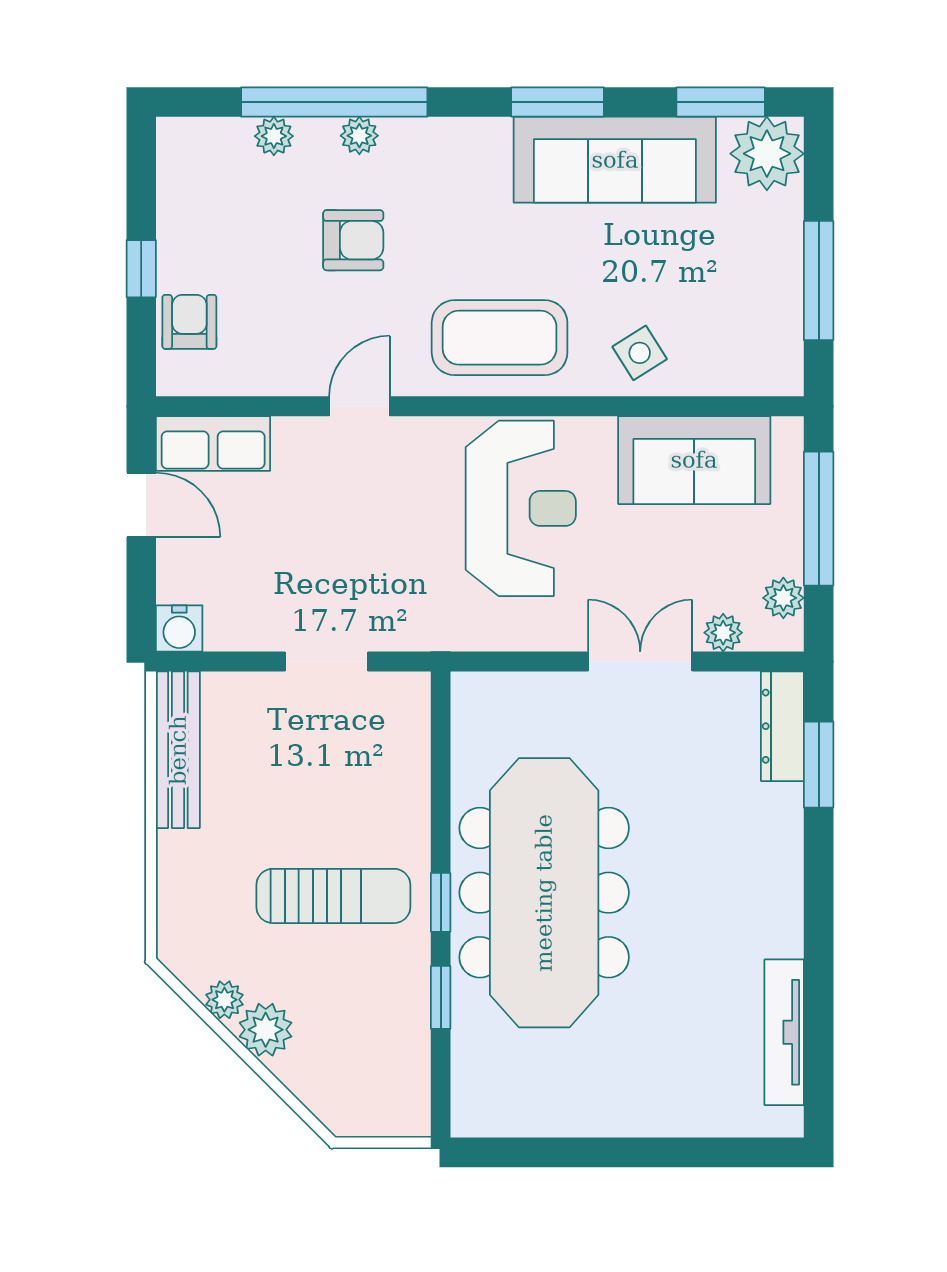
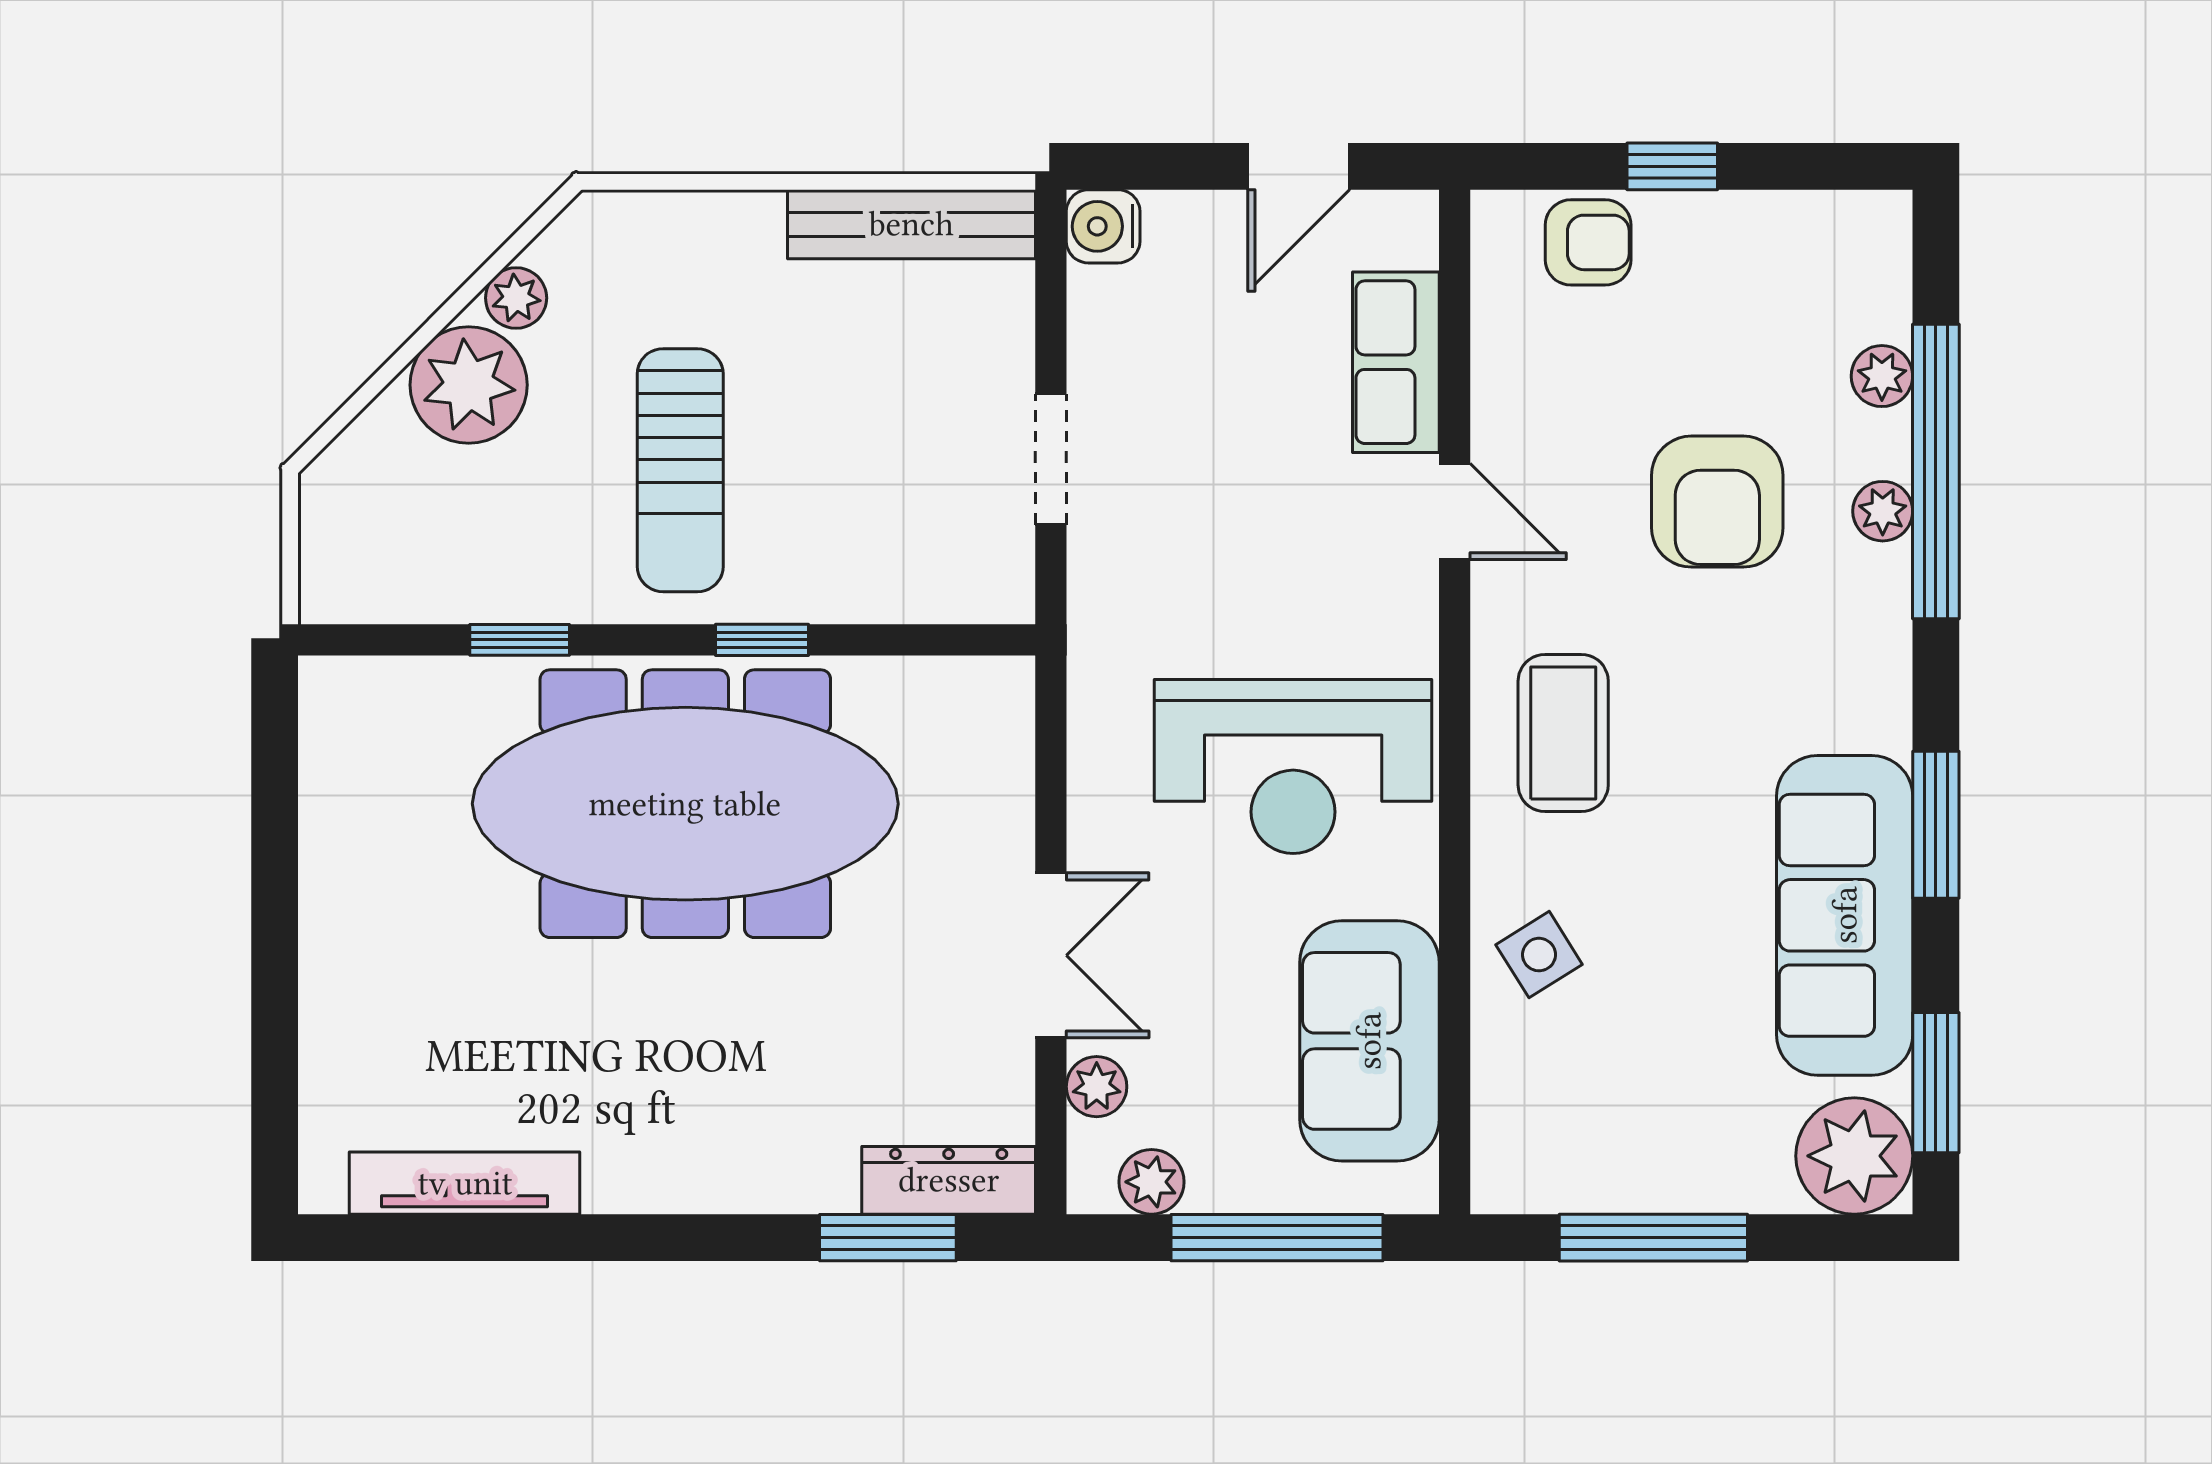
armchair: (353, 240) -> (1717, 502), width x1.38, depth x1.38
coffee table: (500, 338) -> (1563, 733), width x0.73, depth x0.76
row of seats: (213, 443) -> (1396, 362), moved
window: (441, 902) -> (762, 640), moved
plant: (266, 1030) -> (469, 385), width x1.36, depth x1.36

